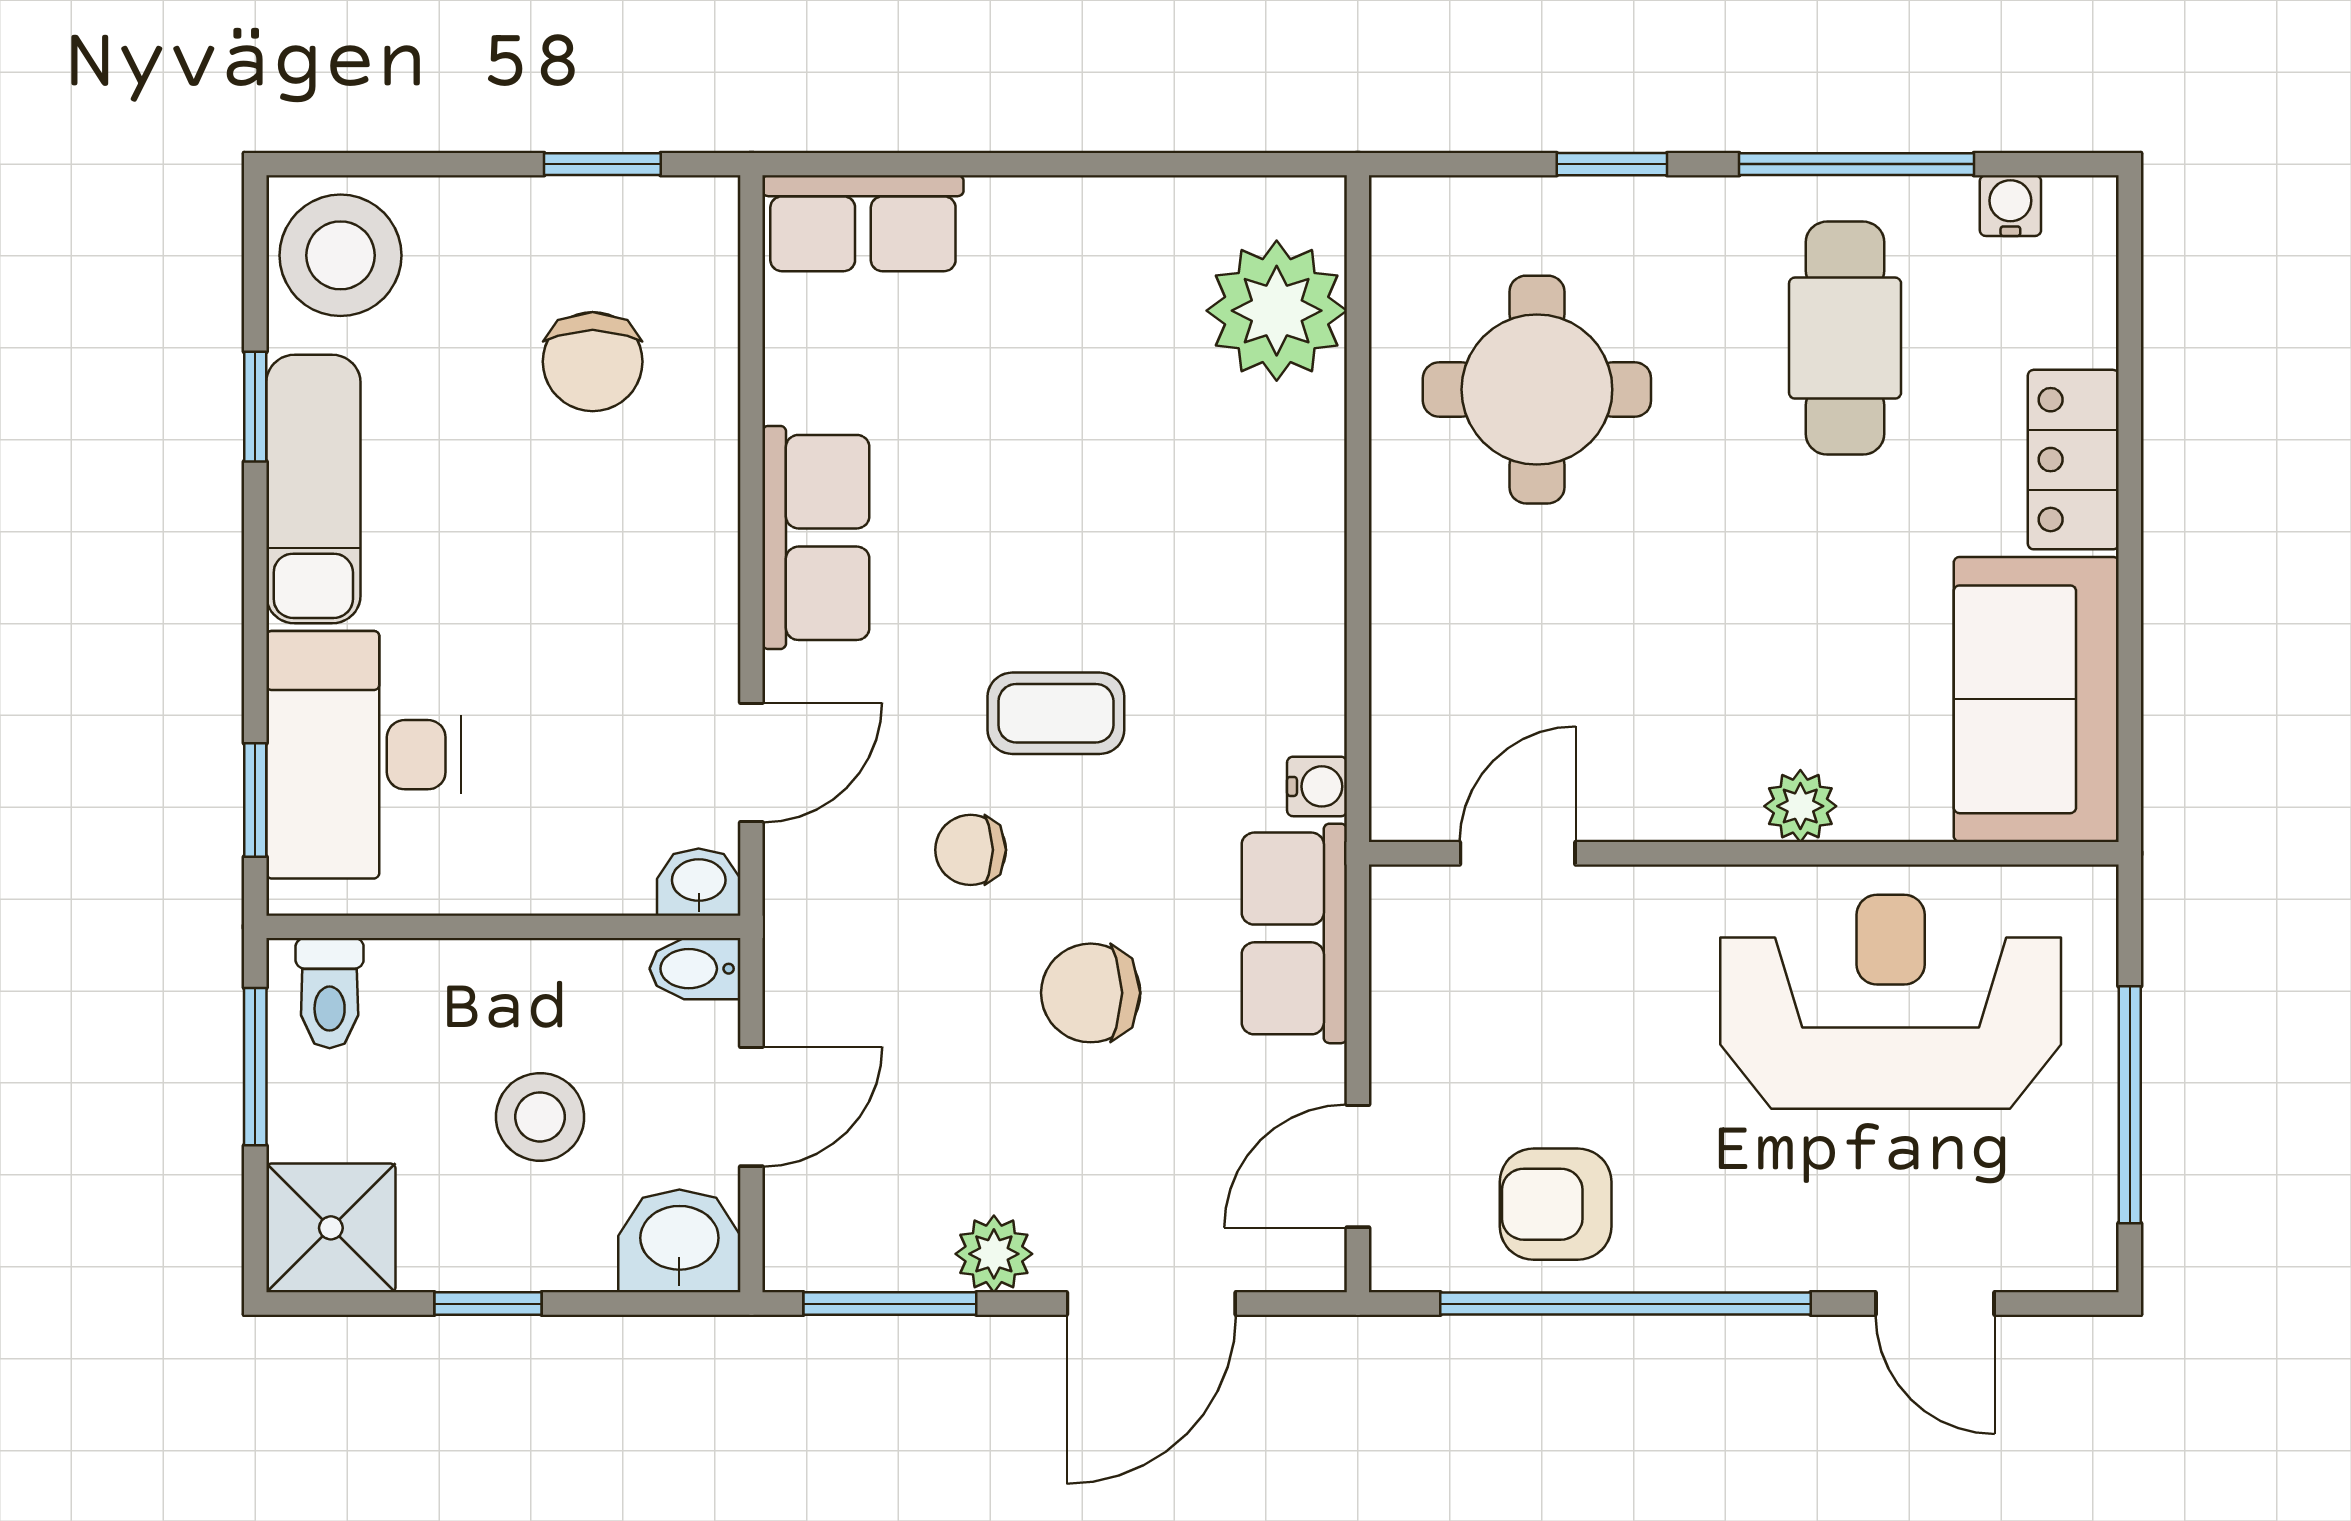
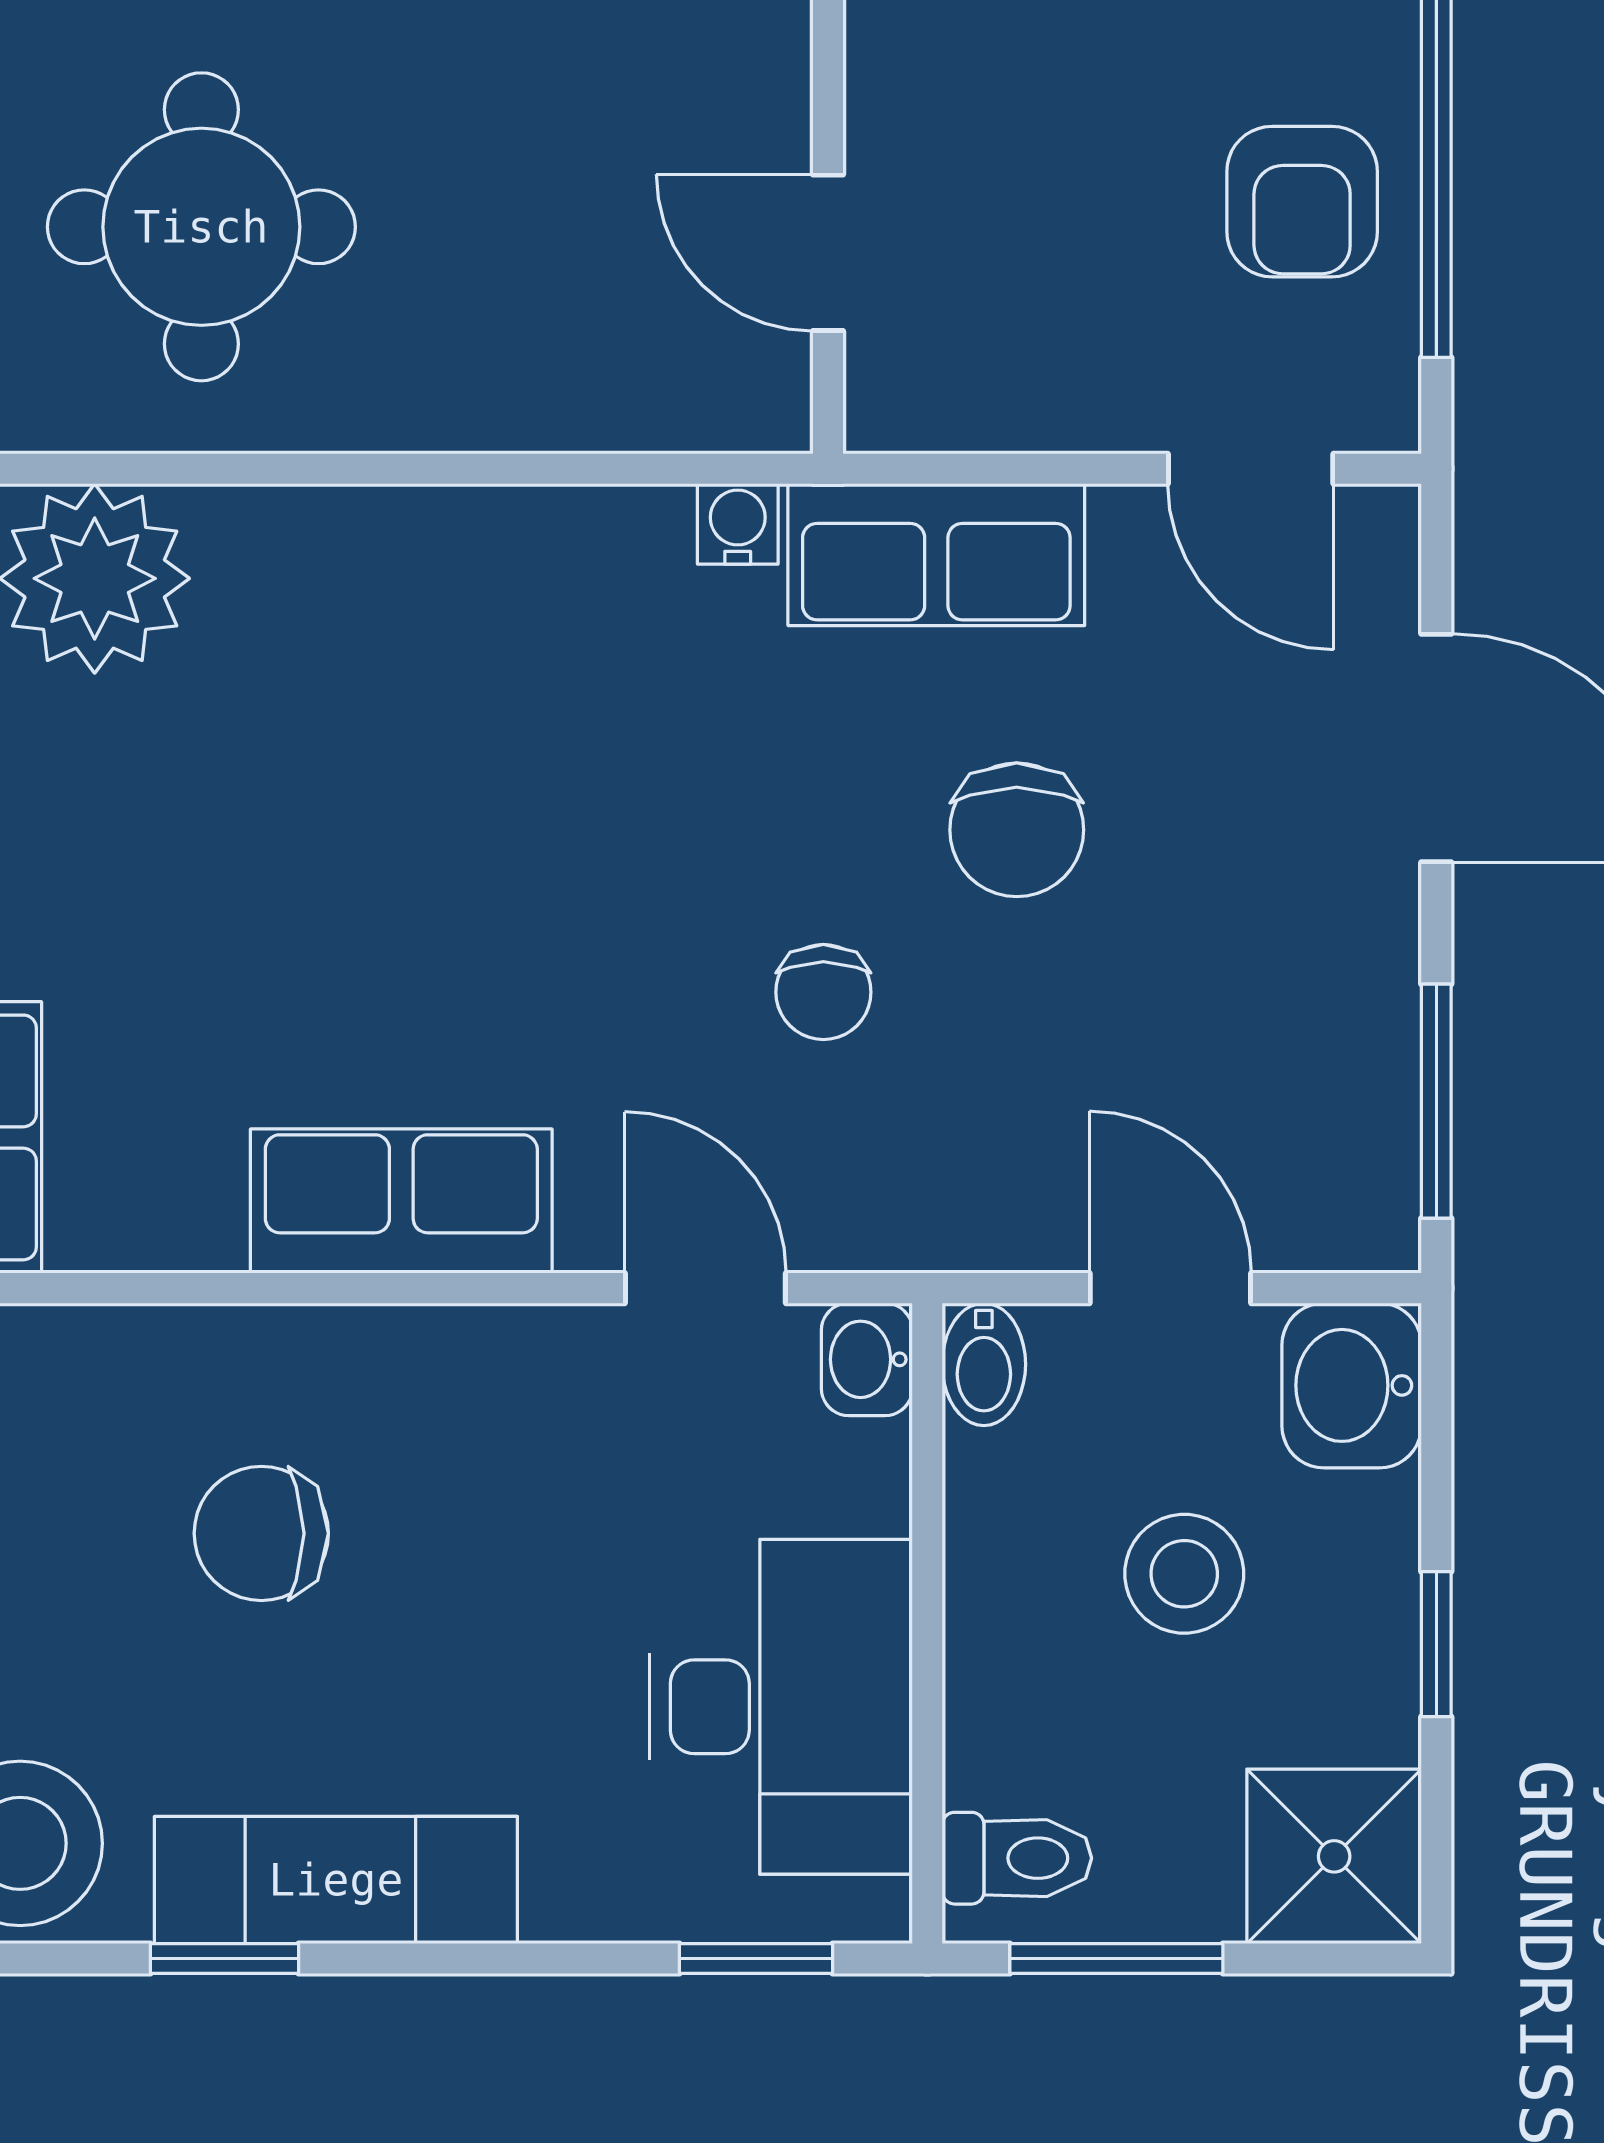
chair: (593, 362) -> (261, 1533), moved, turned 180
coffee table: (1056, 713) -> (639, 877), removed
desk: (364, 755) -> (781, 1707), moved, turned -90
plant: (994, 1254) -> (1369, 961), removed

